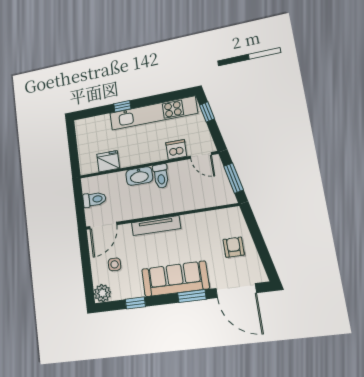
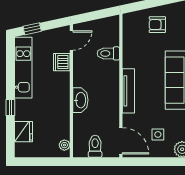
kitchen unit: (153, 113) -> (23, 68), width x0.73
fridge: (108, 161) -> (24, 132), moved, turned 180
plant: (92, 168) -> (64, 145), added
toilet: (161, 176) -> (108, 53), moved, turned 180
window: (234, 178) -> (97, 15), removed

